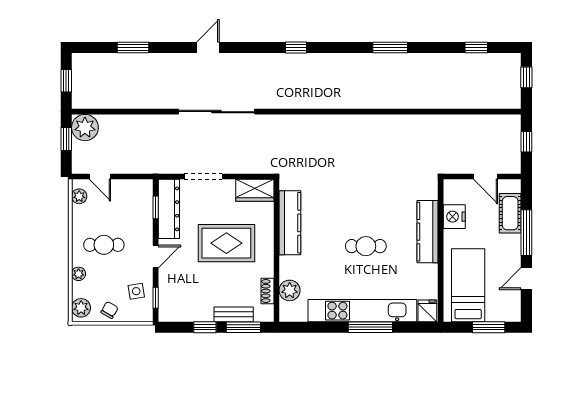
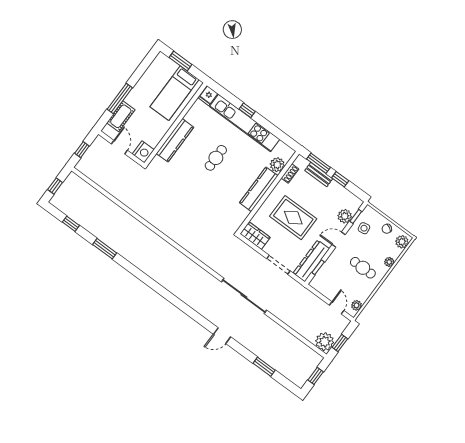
window: (296, 47) -> (172, 299), removed
window: (390, 47) -> (105, 249), moved
nightstand: (454, 217) -> (143, 152), moved
kitchen counter: (290, 223) -> (259, 189), moved
cafe table: (366, 246) -> (216, 158), turned 90
door: (526, 279) -> (139, 73), removed
plant: (168, 289) -> (345, 216), added
window: (370, 327) -> (247, 110), width x0.46

